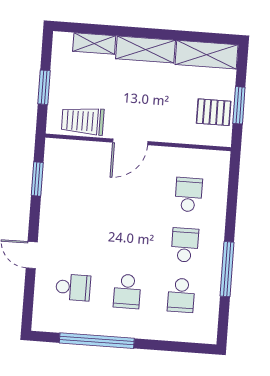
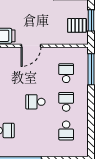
window: (227, 269) -> (91, 69), moved
school desk: (127, 291) -> (35, 102), moved, turned 90

